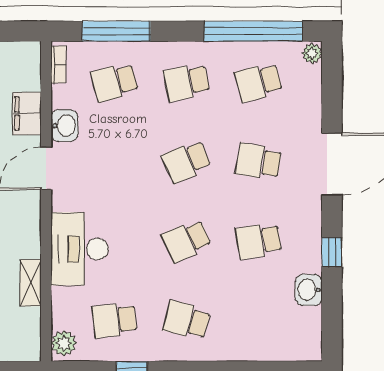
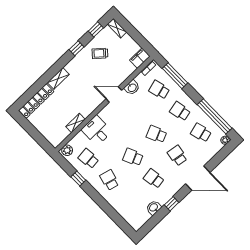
filing cabinet: (27, 114) -> (140, 58), moved
desk: (80, 249) -> (97, 131), width x0.73

